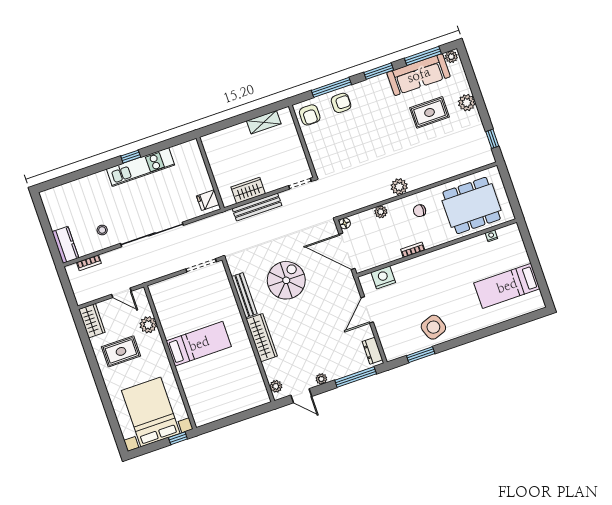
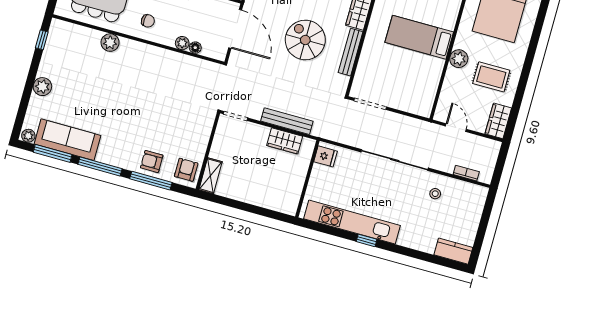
window: (379, 71) -> (100, 167), width x1.44
rug: (430, 112) -> (81, 100), removed
shelving: (264, 122) -> (211, 176), moved, turned 90
kitchen unit: (141, 167) -> (352, 222), width x1.36
plant: (399, 187) -> (110, 43), moved
floor lamp: (345, 223) -> (195, 48), moved
kitchen counter: (65, 245) -> (453, 251), moved, turned 90
spiral stairs: (286, 280) -> (305, 40), turned 90
plant: (148, 325) -> (459, 59), moved

